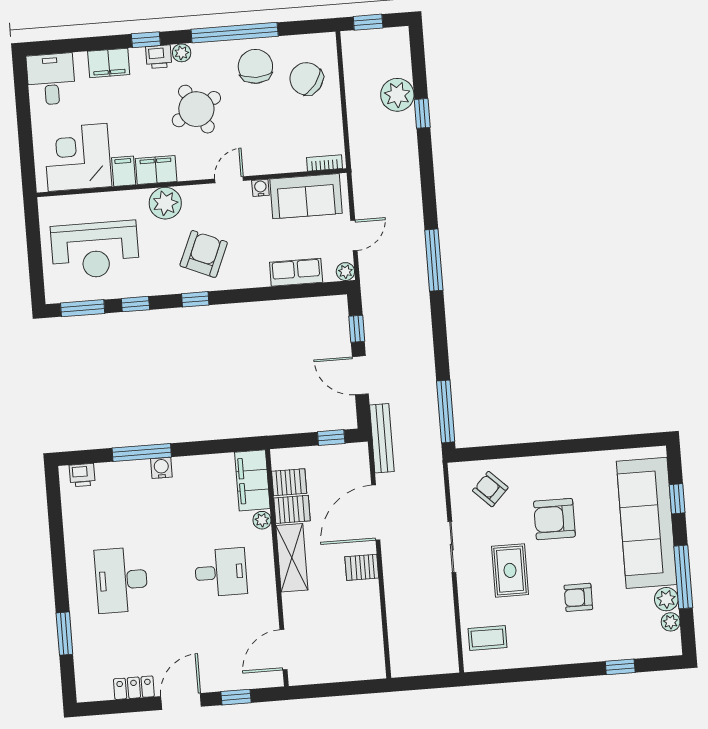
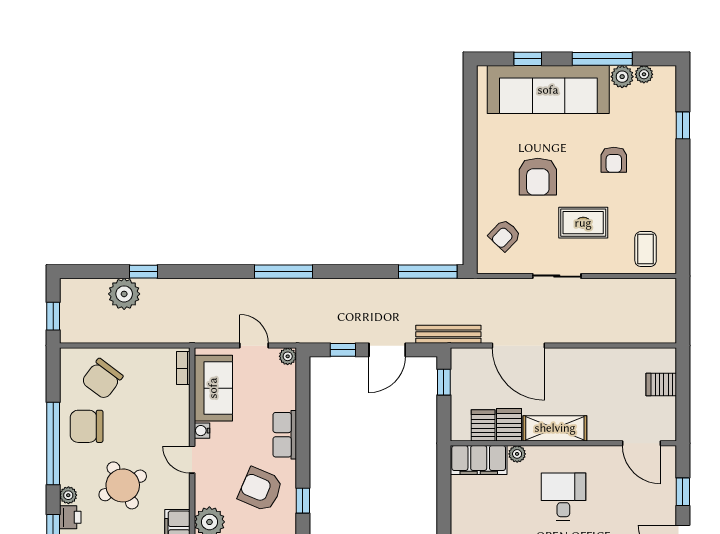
row of seats: (296, 272) -> (285, 435), moved
server rack: (362, 567) -> (661, 385), moved, turned 90

